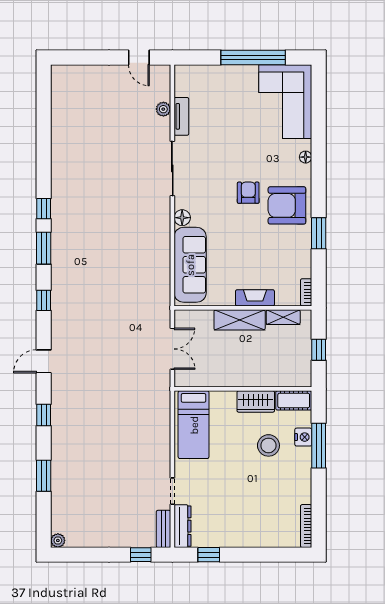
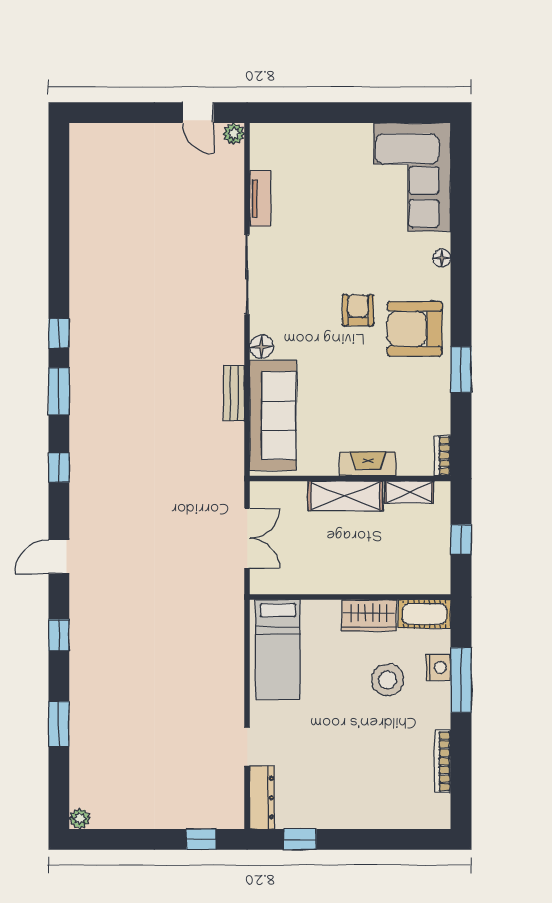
window: (253, 58) -> (365, 113), removed
plant: (163, 109) -> (234, 134), moved
bookcase: (306, 526) -> (443, 761), moved
bench: (163, 529) -> (234, 393), moved

